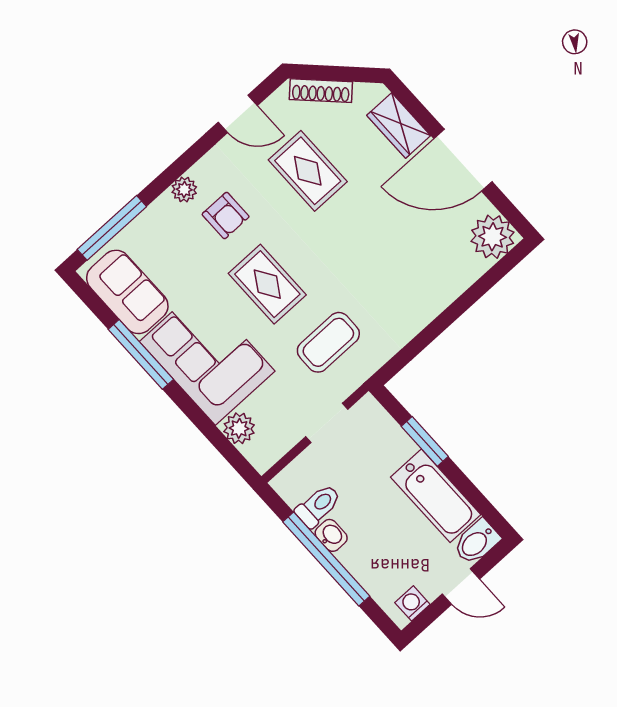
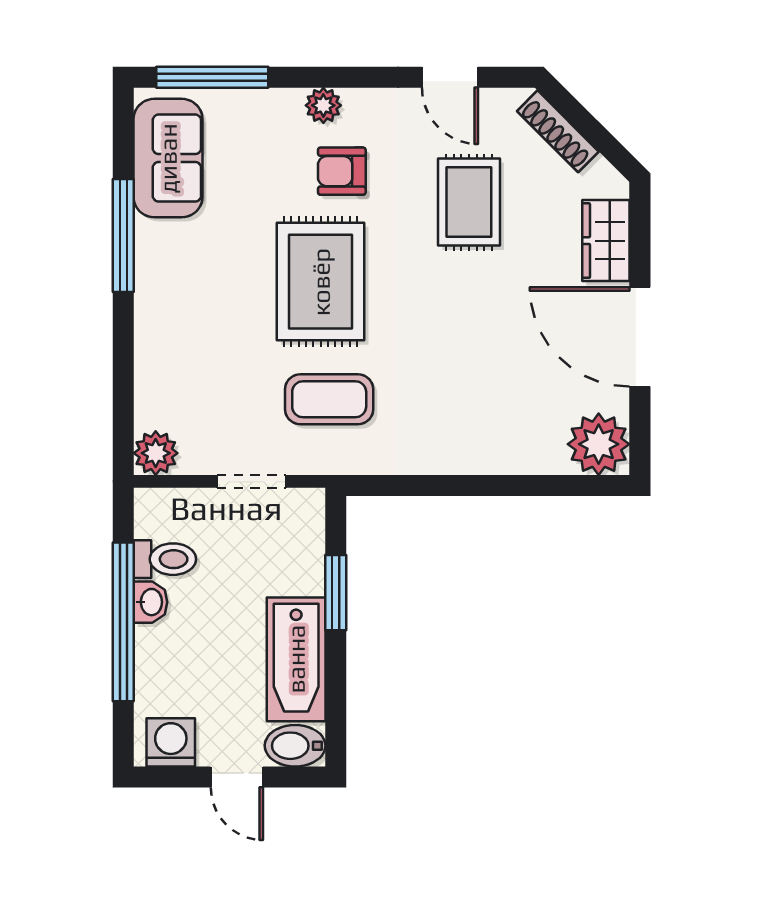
armchair: (226, 216) -> (342, 171), turned 90
rug: (267, 284) -> (321, 282), width x1.36, depth x1.43
corner sofa: (207, 356) -> (190, 300), removed
plant: (239, 428) -> (156, 453), moved
washing machine: (412, 603) -> (171, 742), width x1.38, depth x1.38

